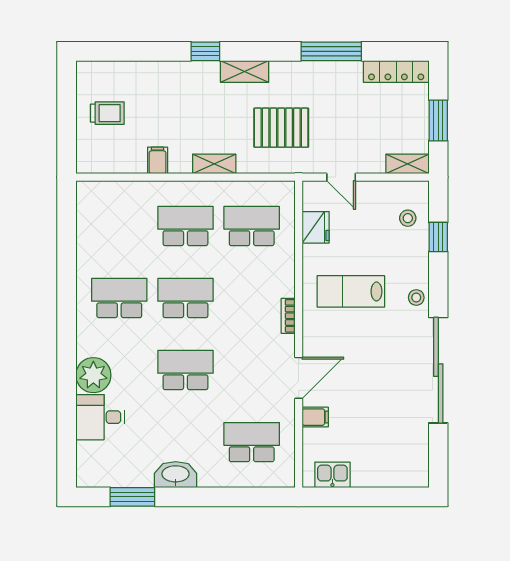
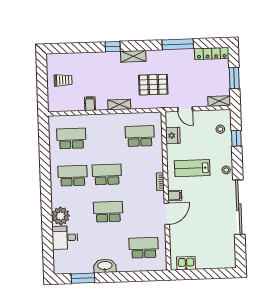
school desk: (185, 226) -> (71, 138), moved
filing cabinet: (315, 417) -> (175, 196), moved

